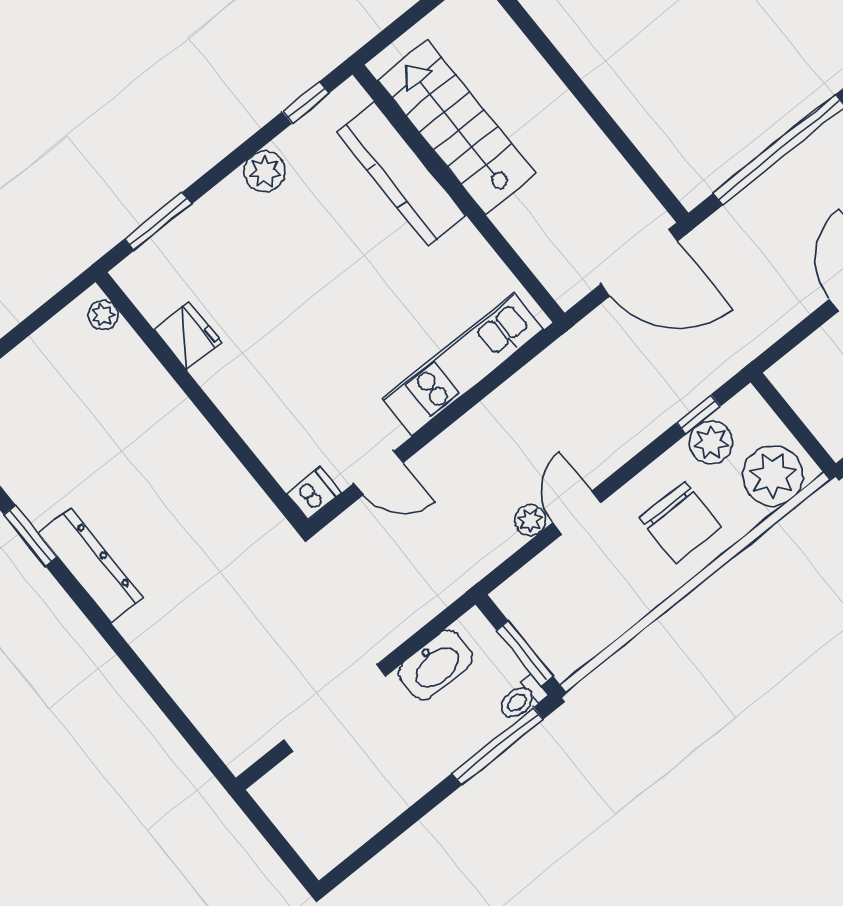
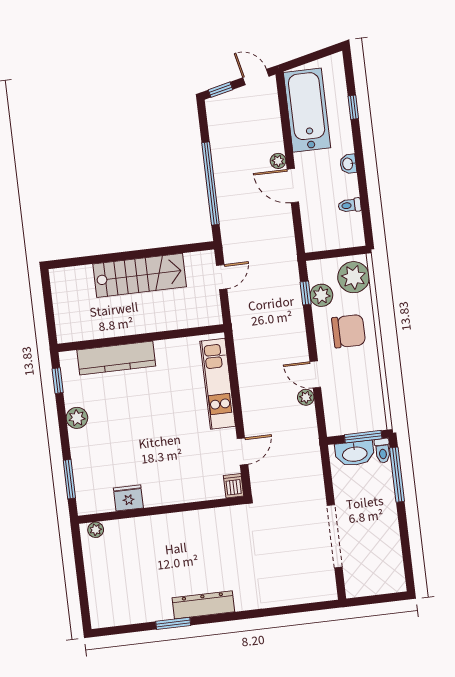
stairs: (456, 127) -> (140, 275), moved, turned 180
door: (639, 263) -> (222, 277), width x0.53
washbasin: (436, 665) -> (355, 453), moved, turned 90

